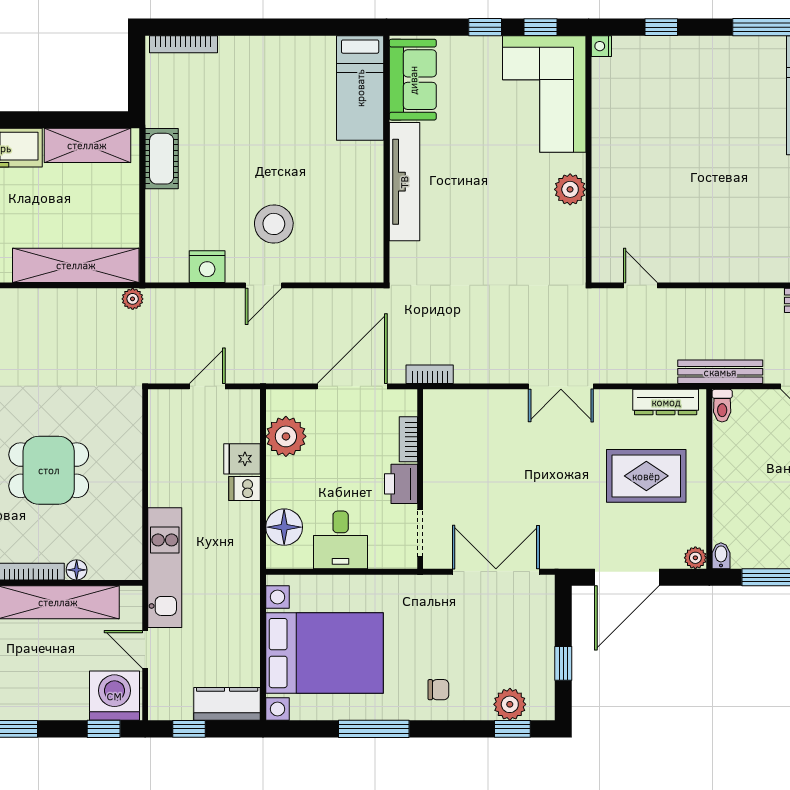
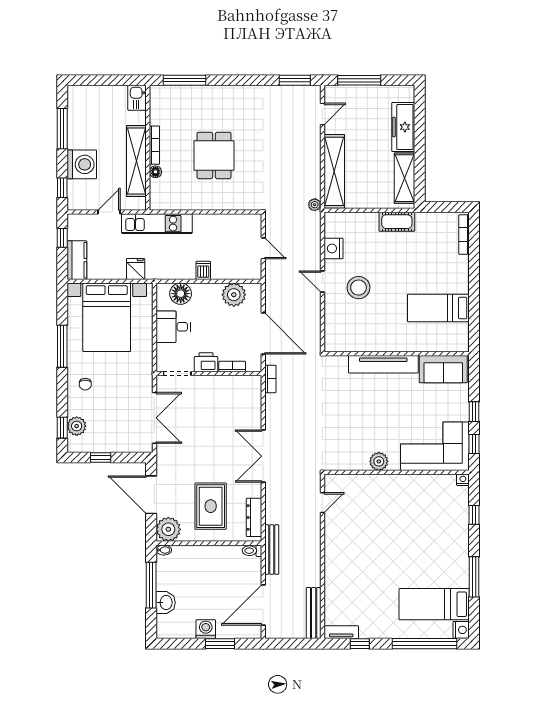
bed: (360, 88) -> (438, 308), moved
double door: (561, 386) -> (263, 456), width x1.37
fridge: (242, 459) -> (136, 269), moved
plant: (695, 558) -> (168, 529), width x1.88, depth x1.88
washing machine: (114, 696) -> (82, 164), moved

